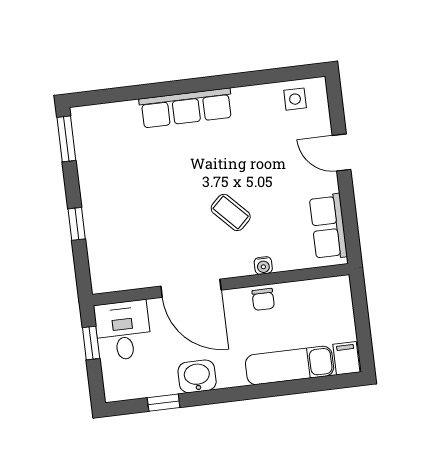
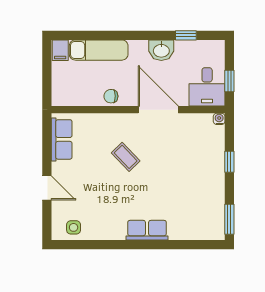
row of seats: (186, 108) -> (147, 230), width x0.68
water cooler: (263, 265) -> (219, 119), moved
chair: (263, 299) -> (111, 96), turned -90

